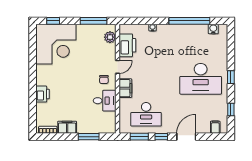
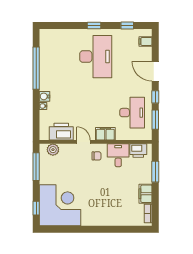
water cooler: (213, 29) -> (45, 96), moved
printer: (43, 94) -> (138, 150), moved, turned 180

